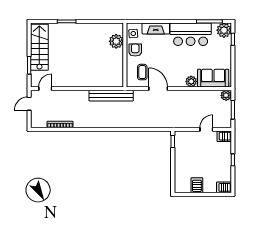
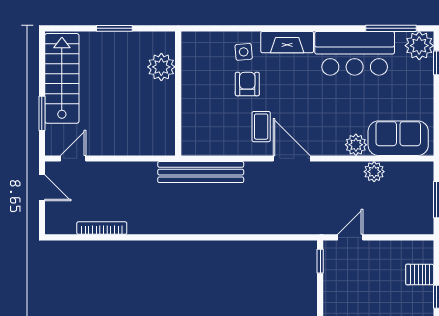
plant: (116, 41) -> (161, 67), moved
wall: (125, 55) -> (178, 93), moved
plant: (226, 95) -> (374, 172), moved
door: (29, 104) -> (42, 188), swing flipped
door: (206, 129) -> (350, 237), moved
server rack: (224, 136) -> (420, 274), moved

